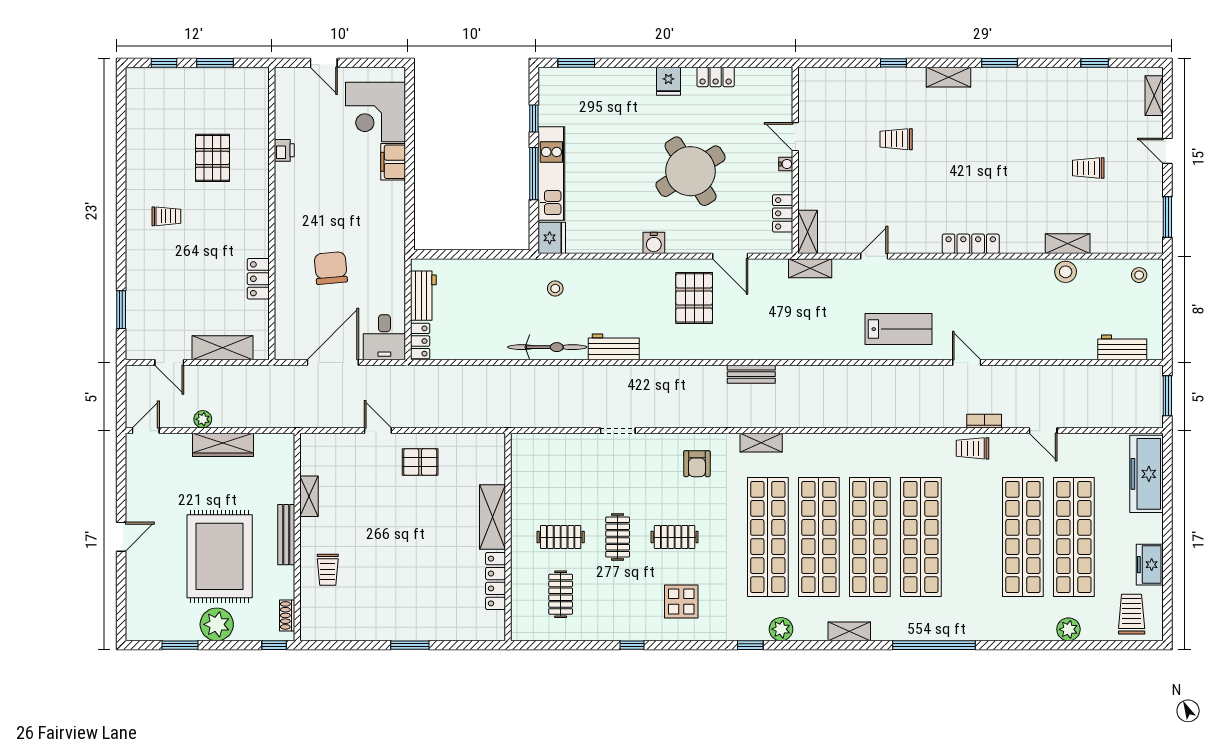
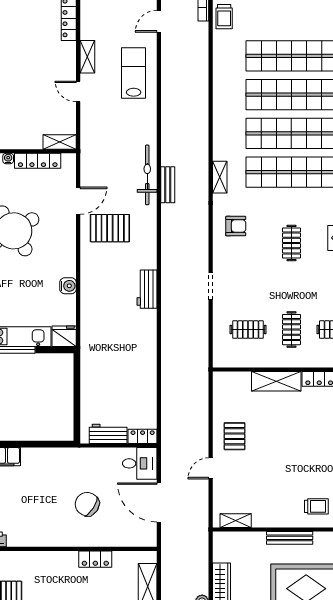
locker: (783, 213) -> (38, 161), width x1.53
water cooler: (654, 243) -> (68, 286), moved
chair: (331, 268) -> (87, 504), turned 38
shelving: (810, 268) -> (87, 57), moved
stool: (555, 288) -> (103, 334), removed
bicycle: (547, 347) -> (147, 175), moved
shelving: (309, 496) -> (236, 521), moved
clothes rail: (618, 537) -> (248, 330), moved

